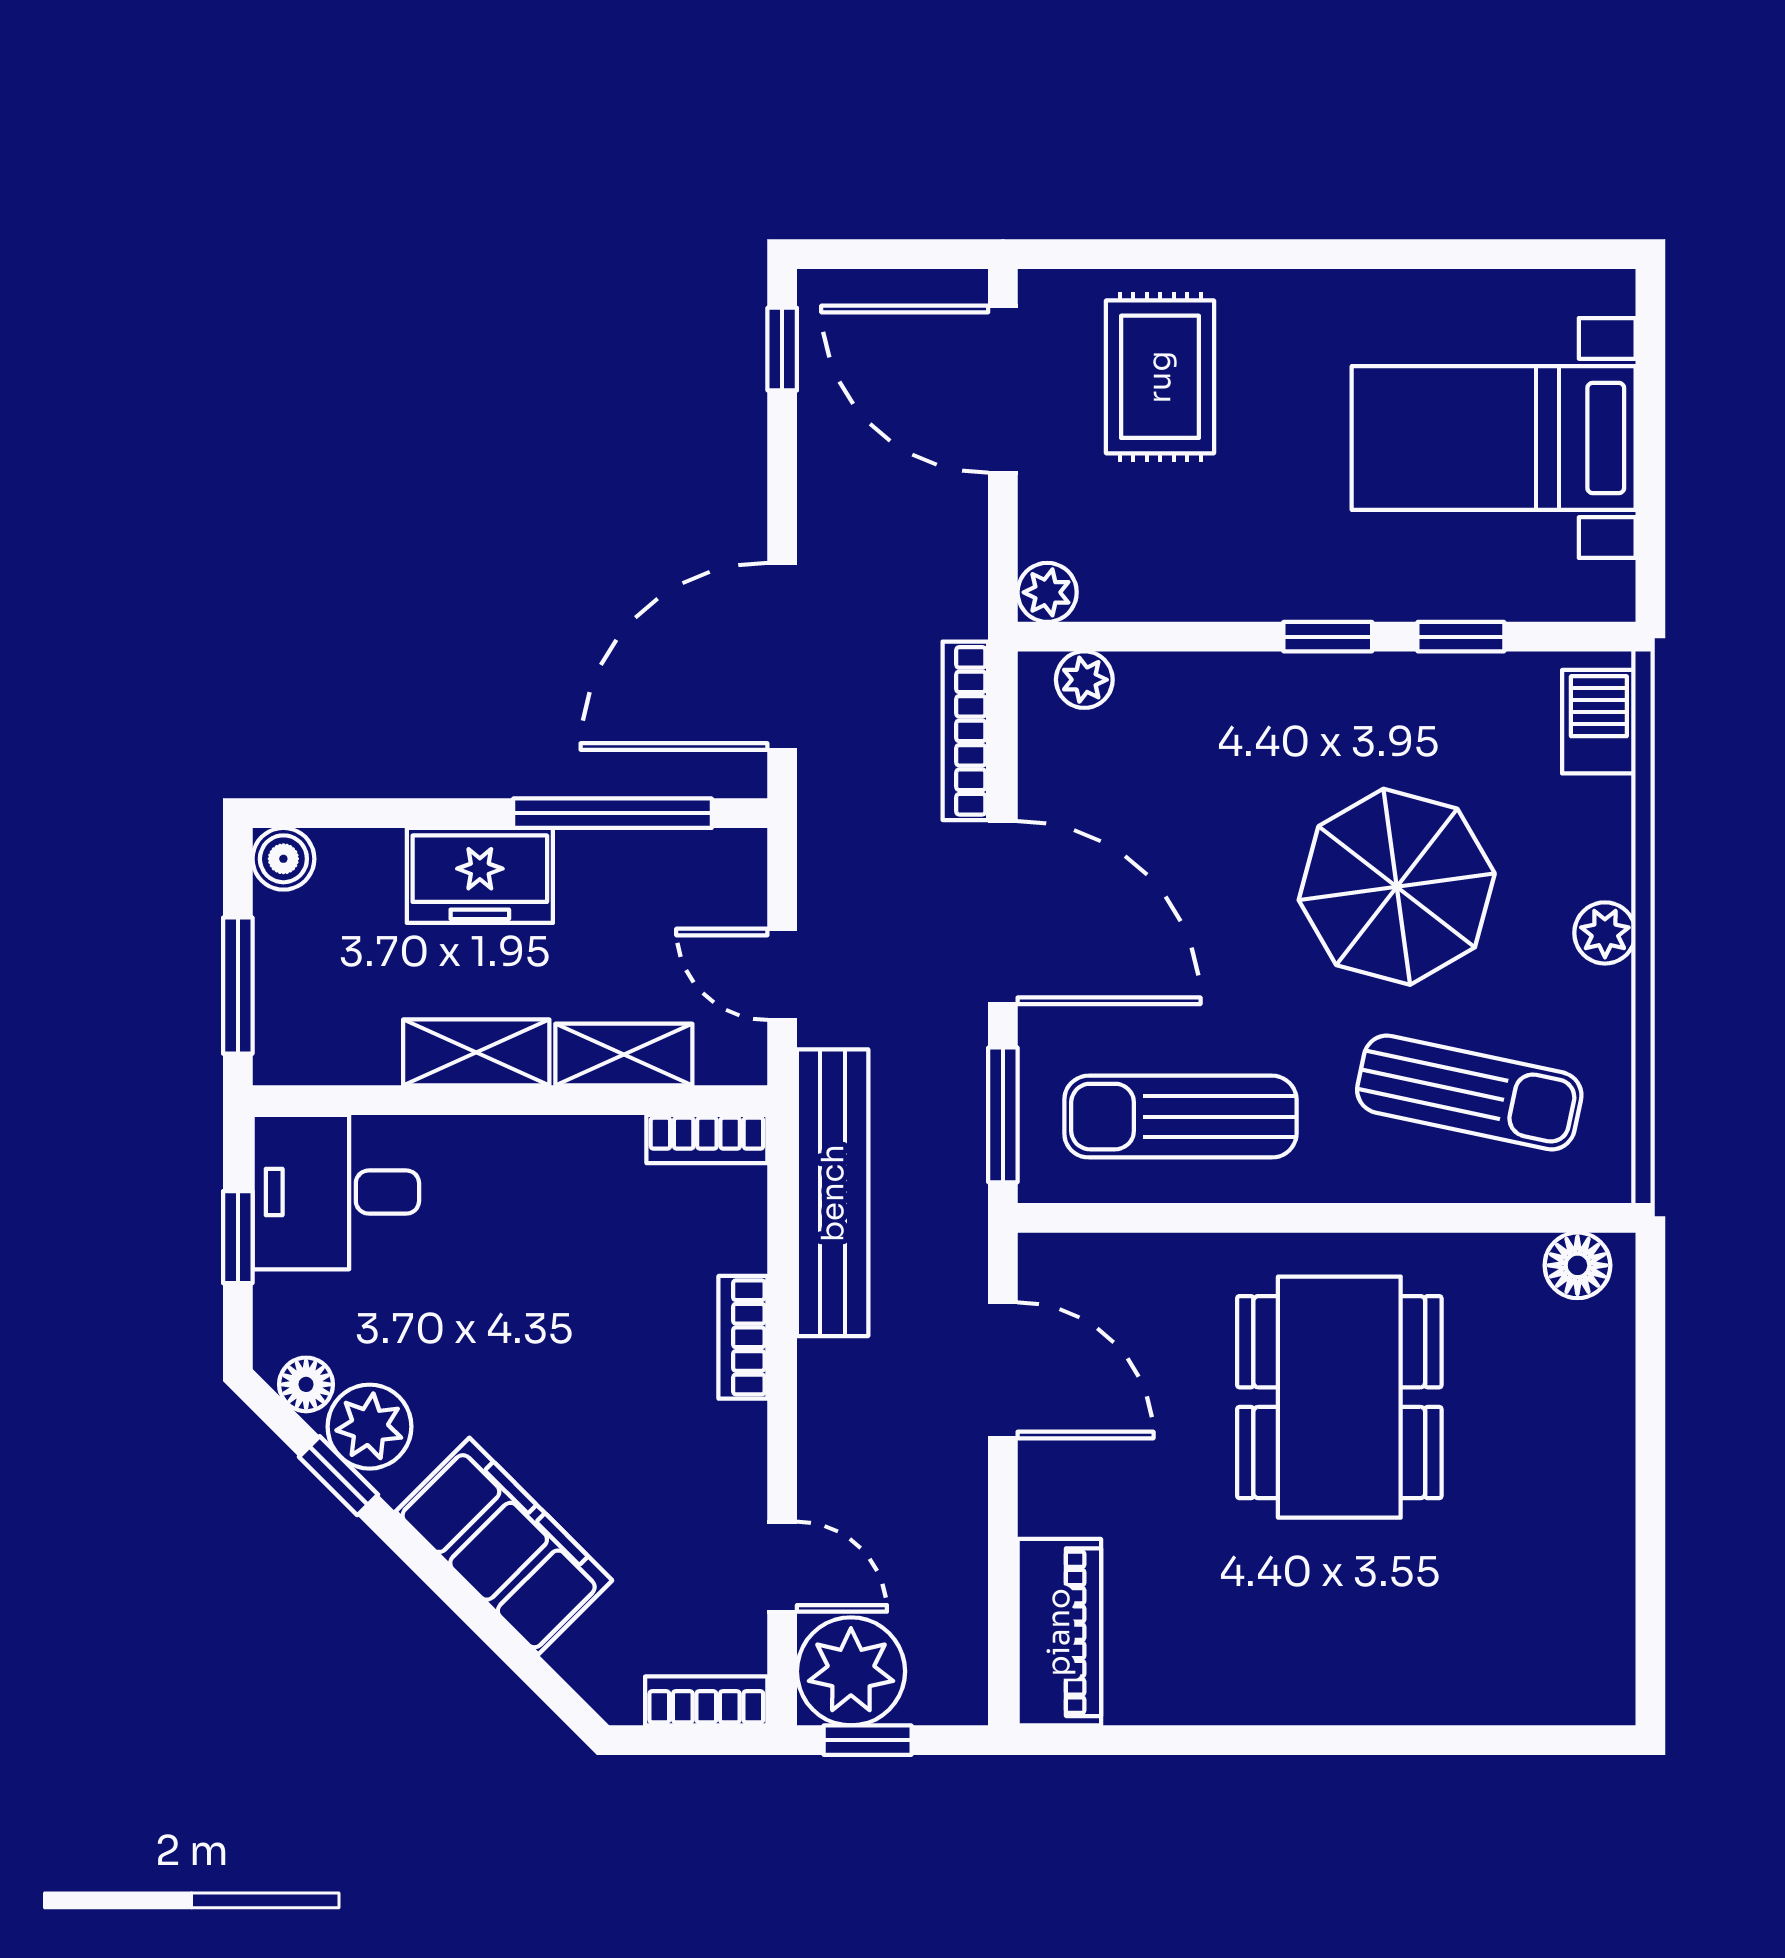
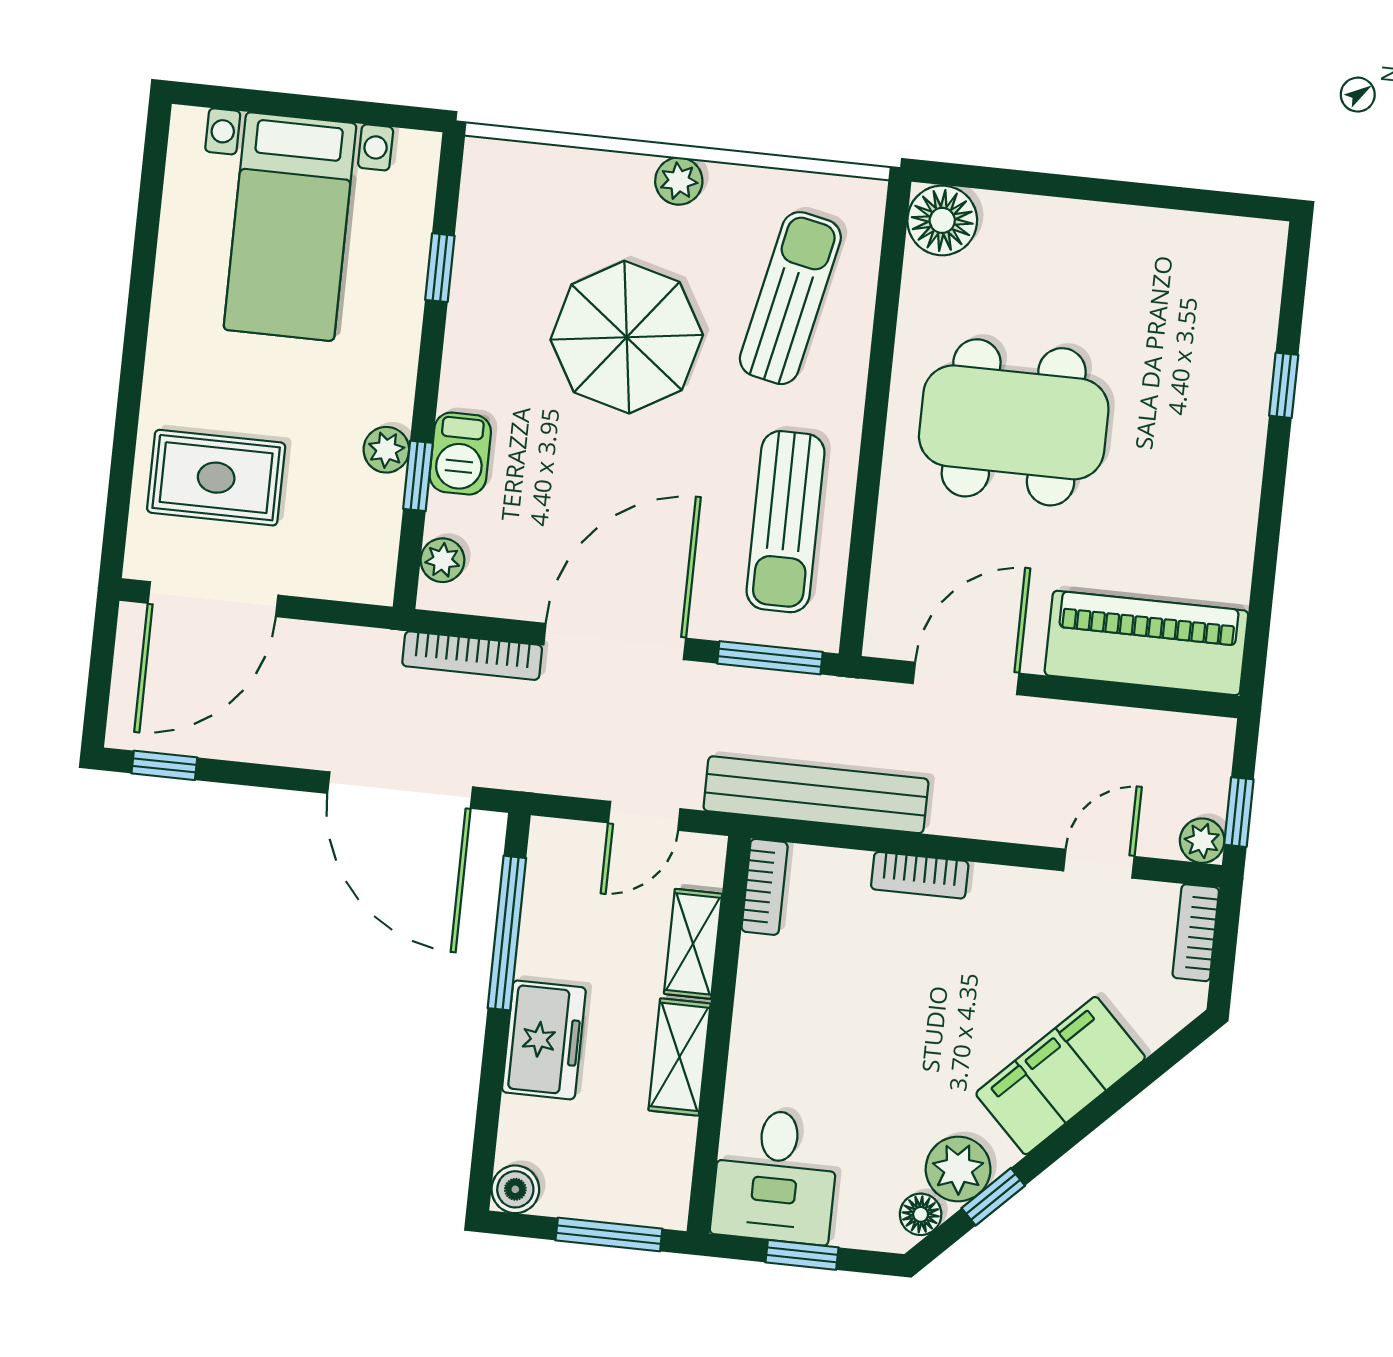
plant: (1047, 592) -> (386, 450), moved
window: (1328, 637) -> (418, 476), moved
barbecue: (1599, 722) -> (460, 454), moved, turned -90
floor lamp: (1577, 1265) -> (942, 220), width x1.38, depth x1.38
piano: (1059, 1632) -> (1146, 643), width x1.37, depth x1.33
plant: (851, 1671) -> (1202, 841), width x0.53, depth x0.53
window: (1424, 1740) -> (1284, 385), added

